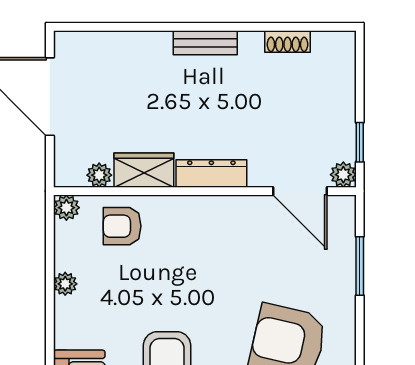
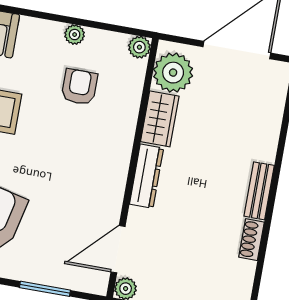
shoe rack: (288, 42) -> (252, 240), moved
plant: (99, 175) -> (173, 73), width x1.88, depth x1.88
armchair: (122, 226) -> (79, 87), moved

